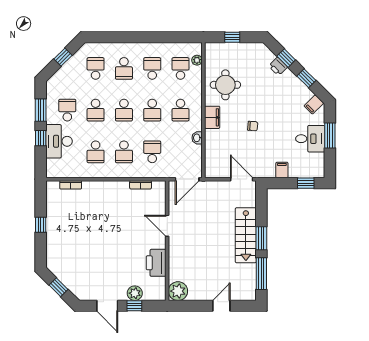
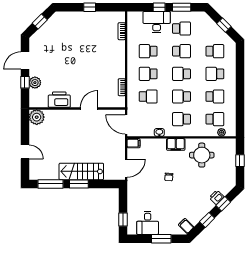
school desk: (96, 110) -> (182, 51), turned 180
desk: (310, 139) -> (148, 223), moved
filing cabinet: (282, 170) -> (134, 143), moved

